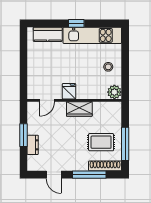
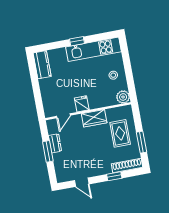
kitchen counter: (48, 34) -> (42, 65), moved, turned -90
rug: (101, 142) -> (120, 133), moved, turned 90
window: (125, 144) -> (142, 142), width x0.69
dresser: (33, 145) -> (55, 143), moved
window: (89, 175) -> (114, 176), width x0.46

